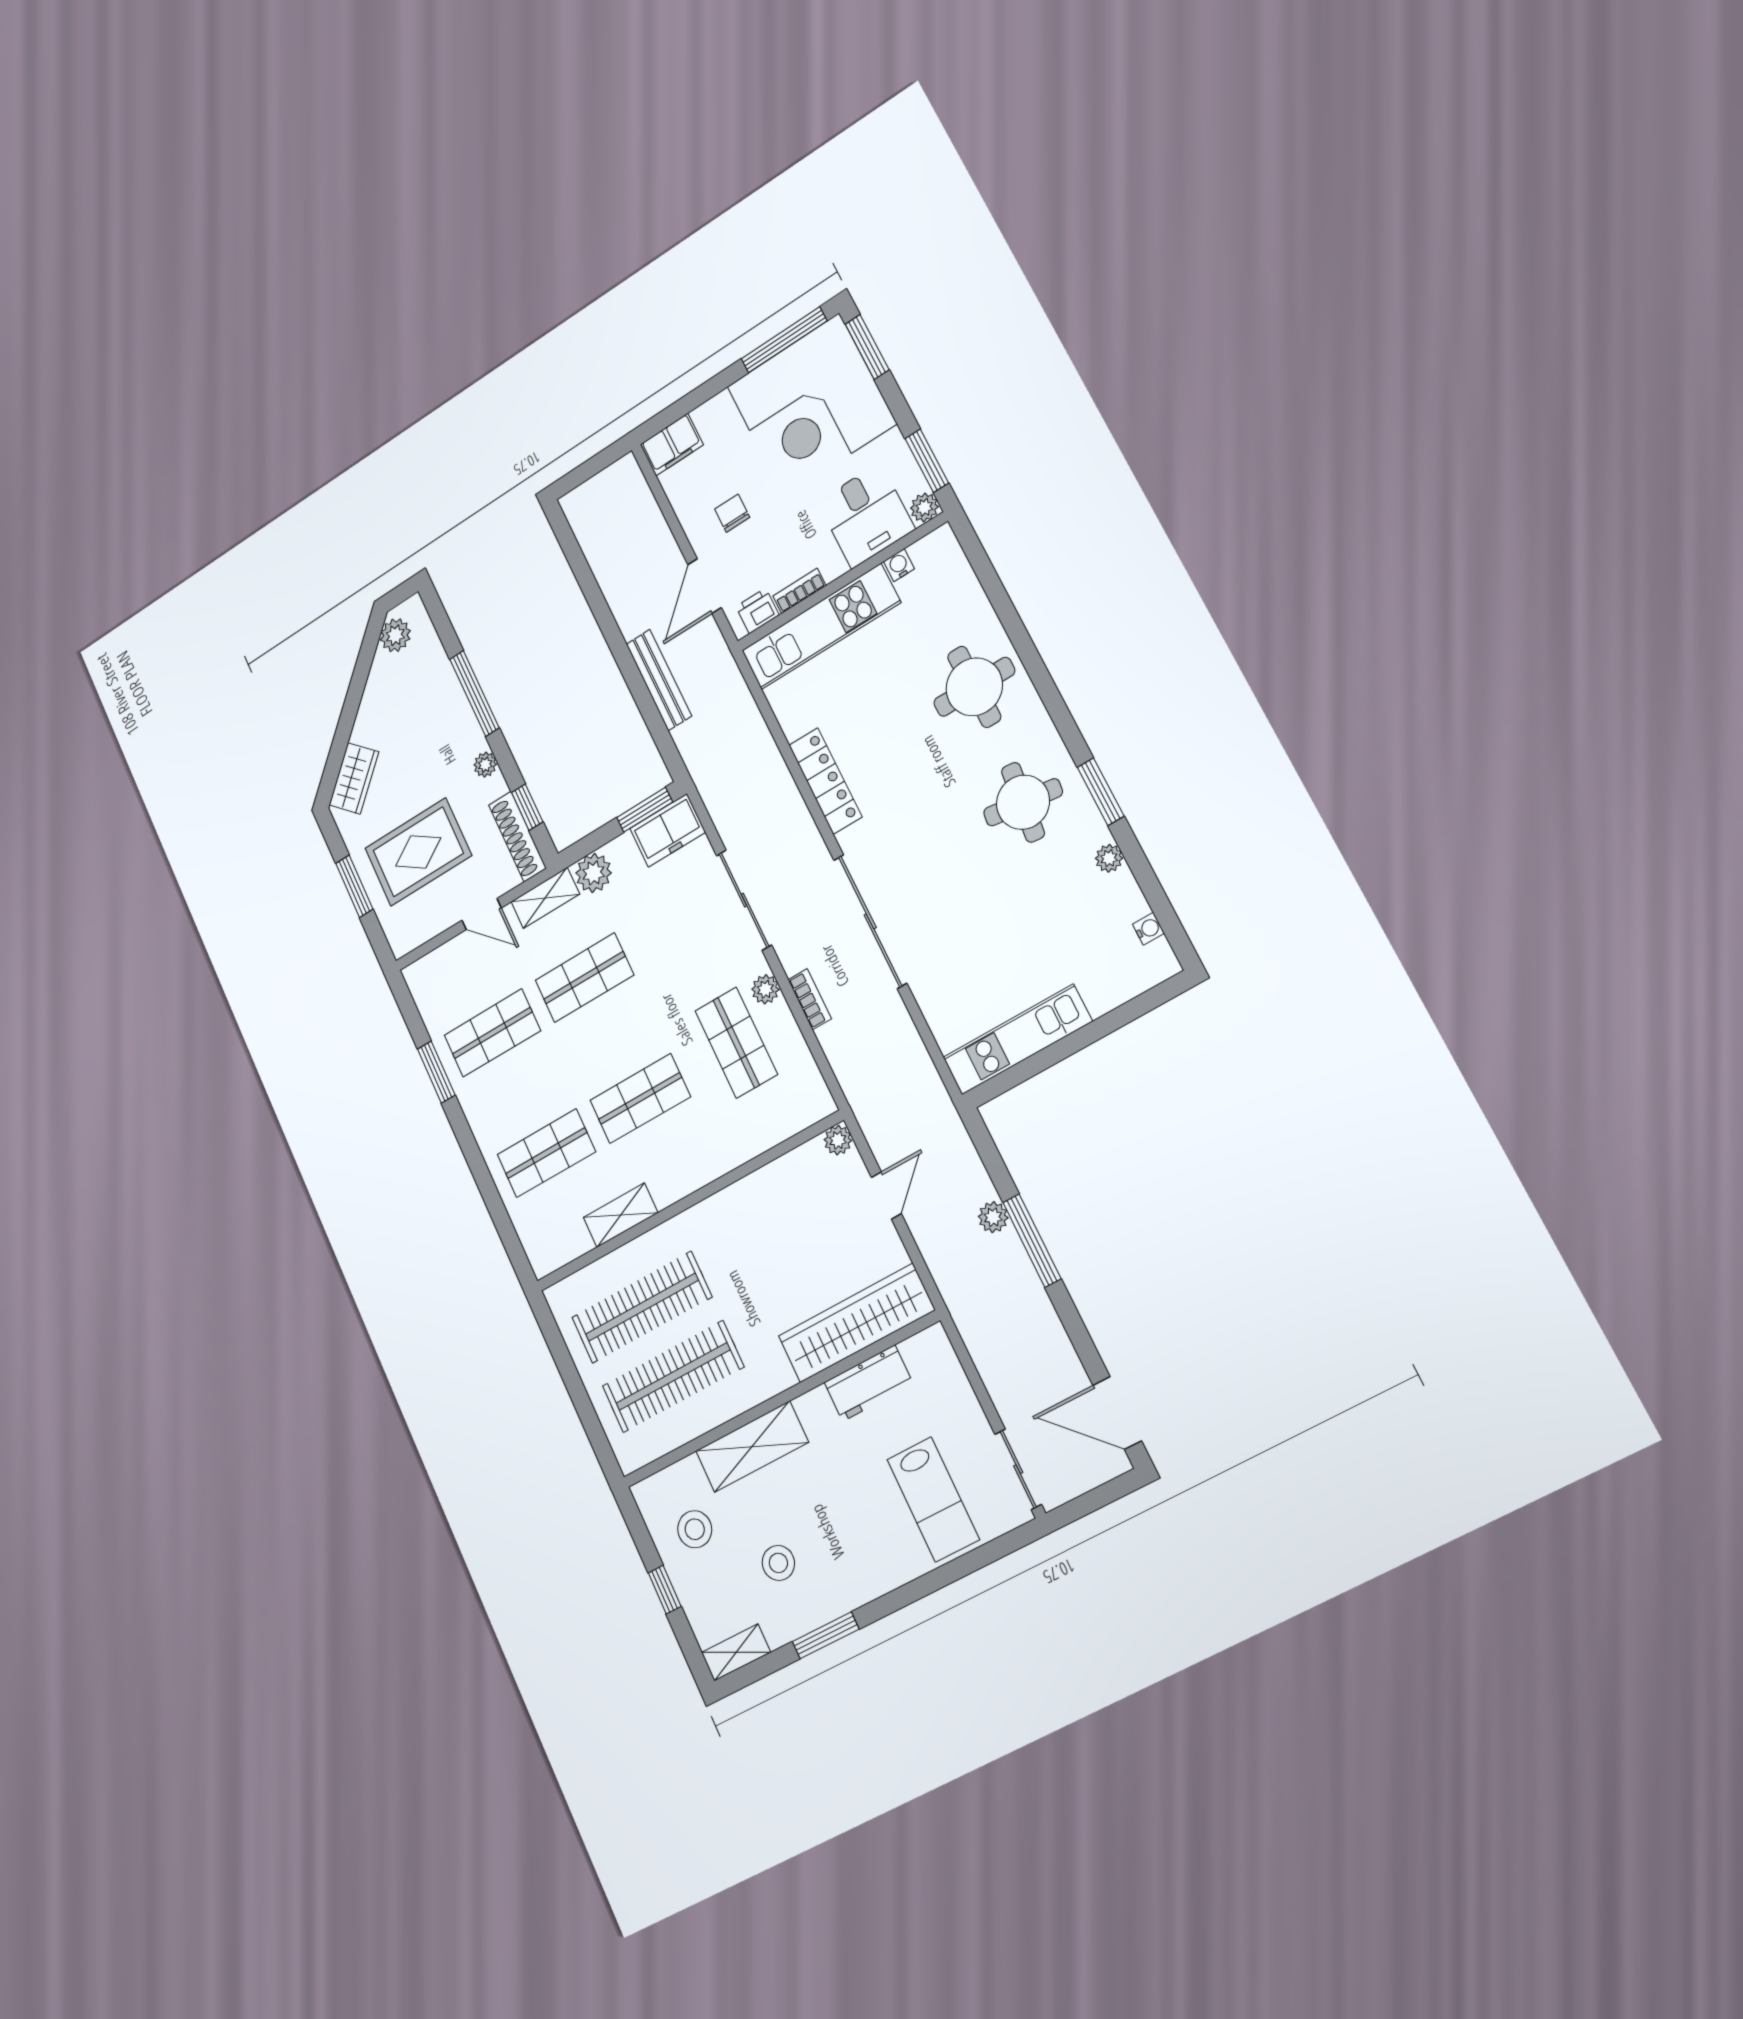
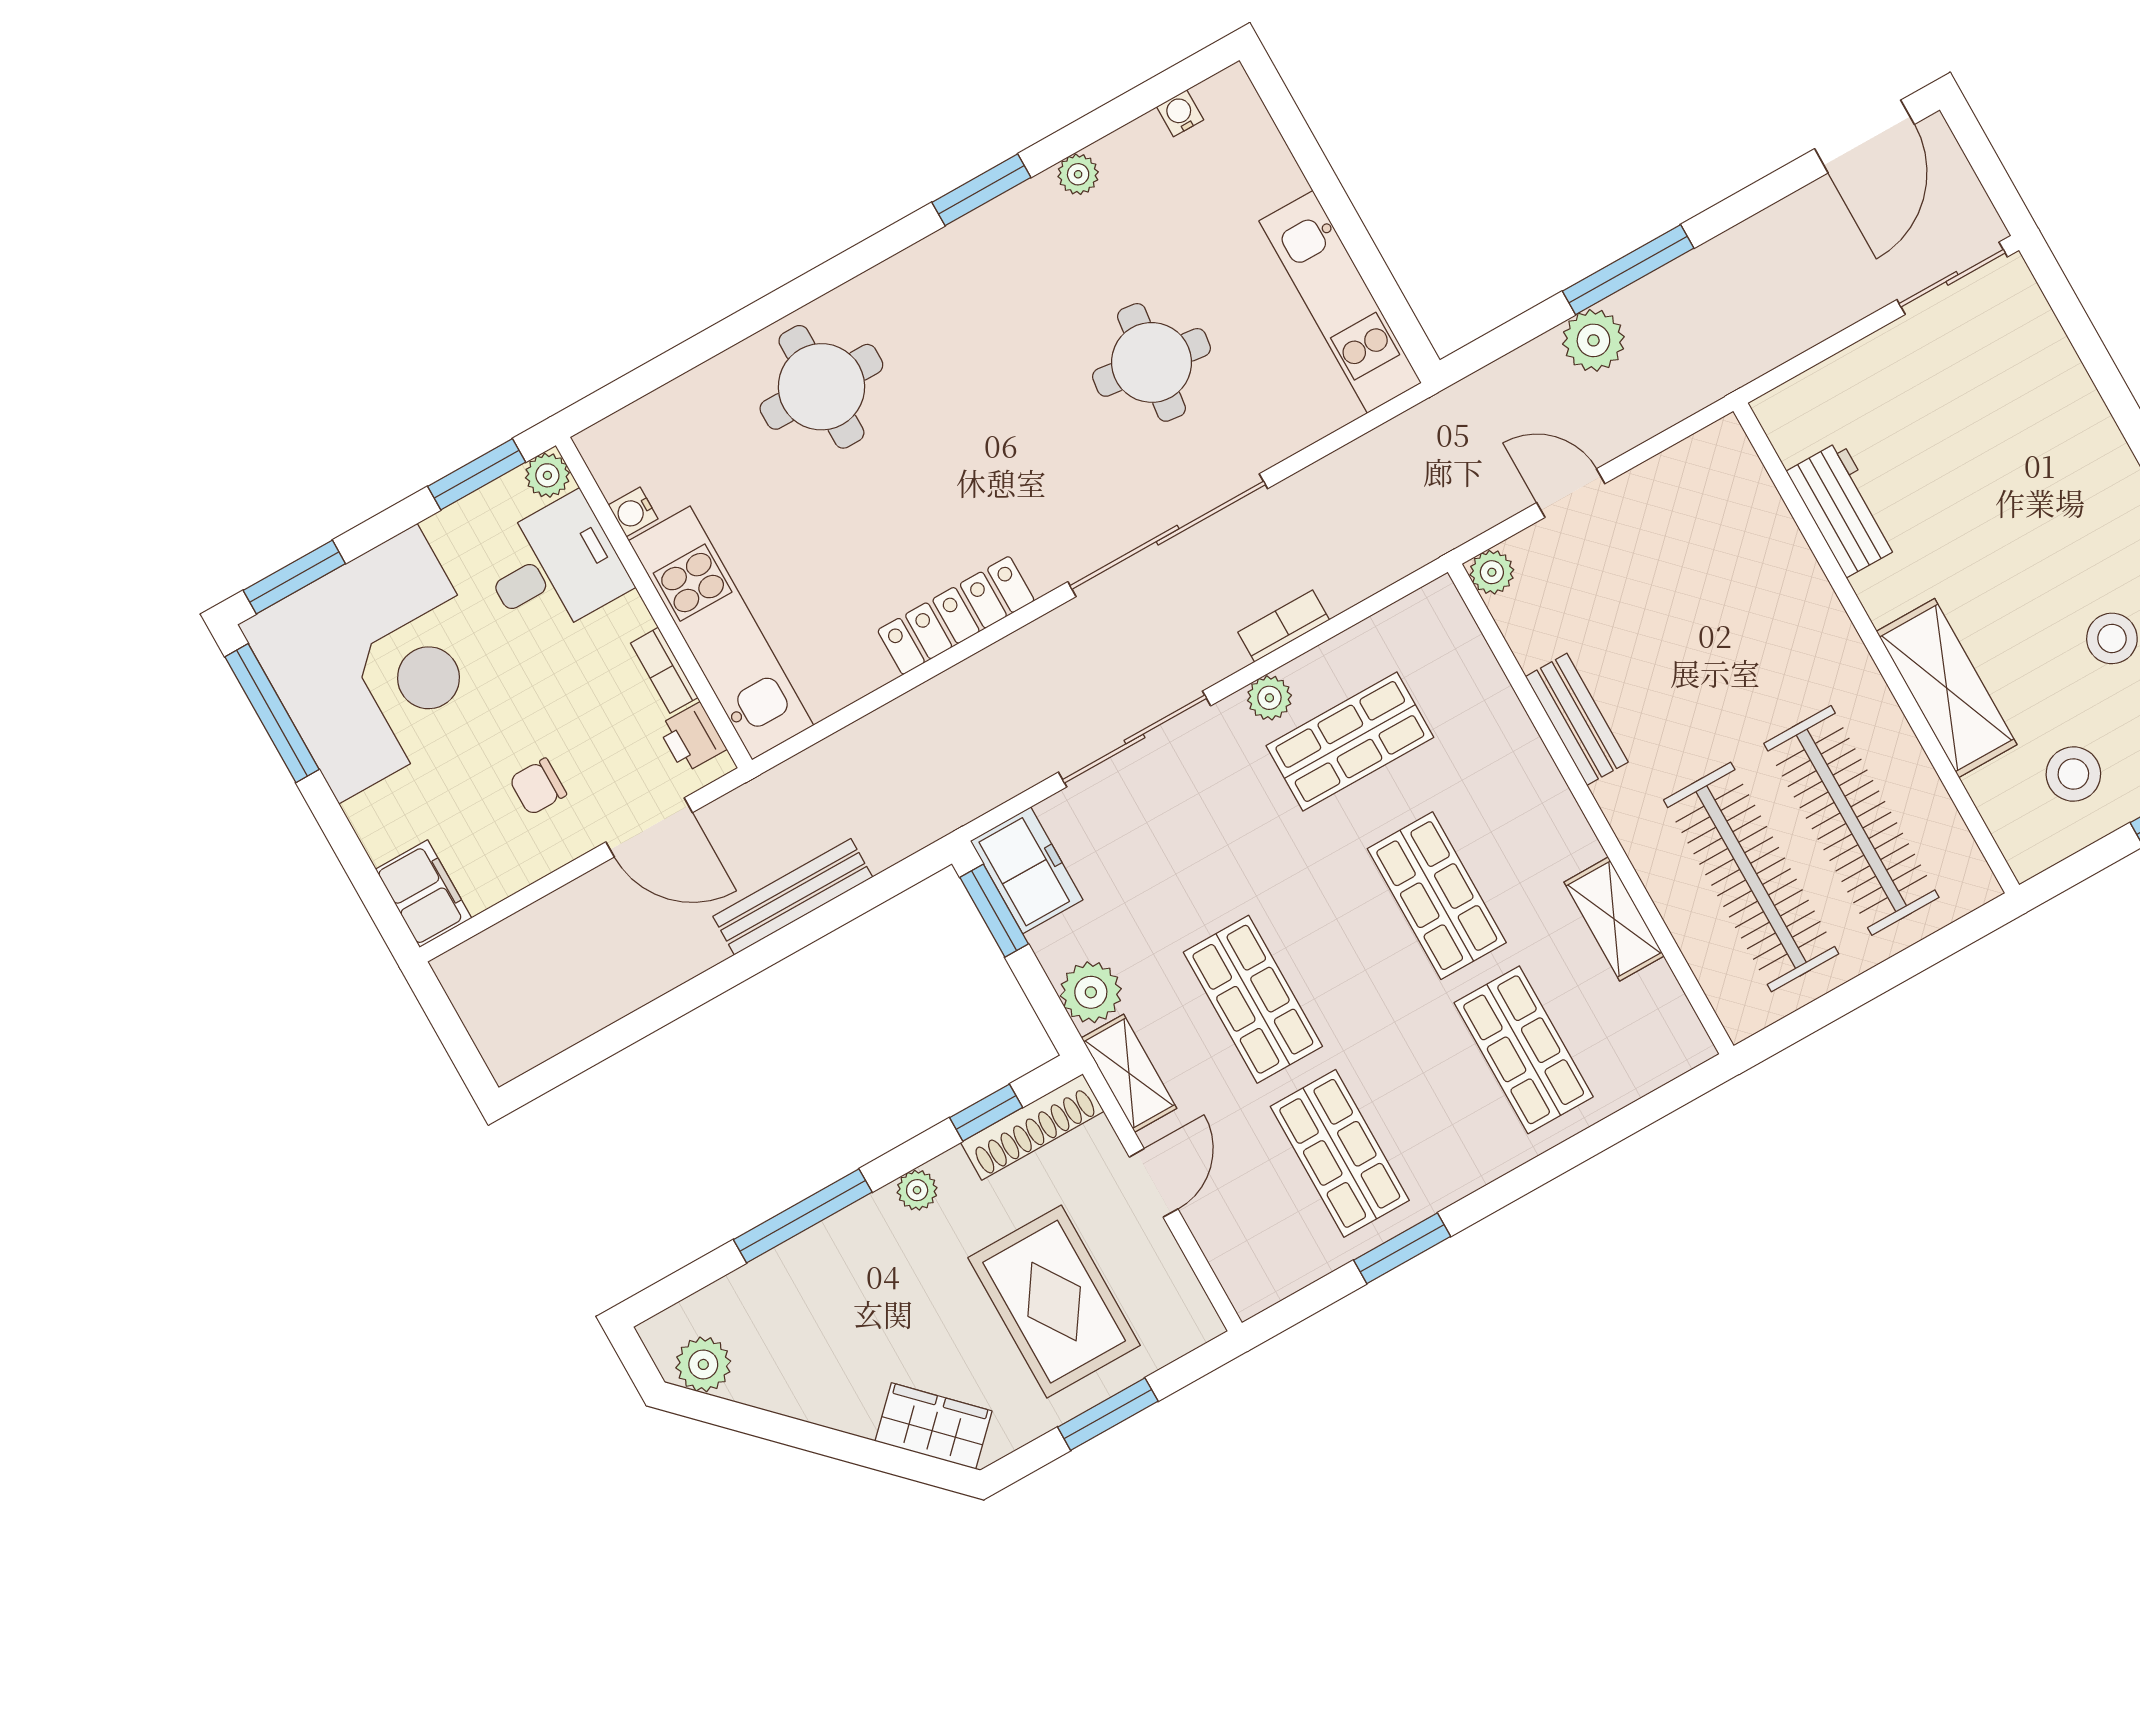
round table: (1023, 802) -> (1152, 362), moved
bench: (743, 1195) -> (1577, 719), added
plant: (993, 1217) -> (1593, 340), width x1.38, depth x1.38
wardrobe: (856, 1323) -> (1758, 532), removed
lab bench: (933, 1499) -> (2003, 404), removed

